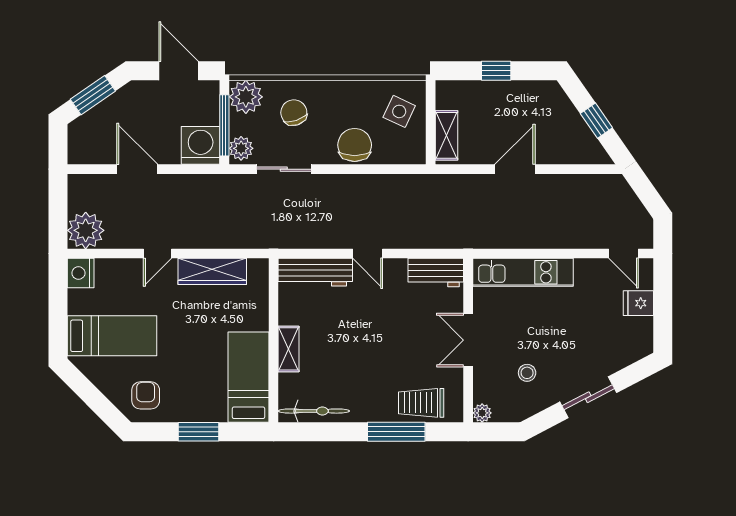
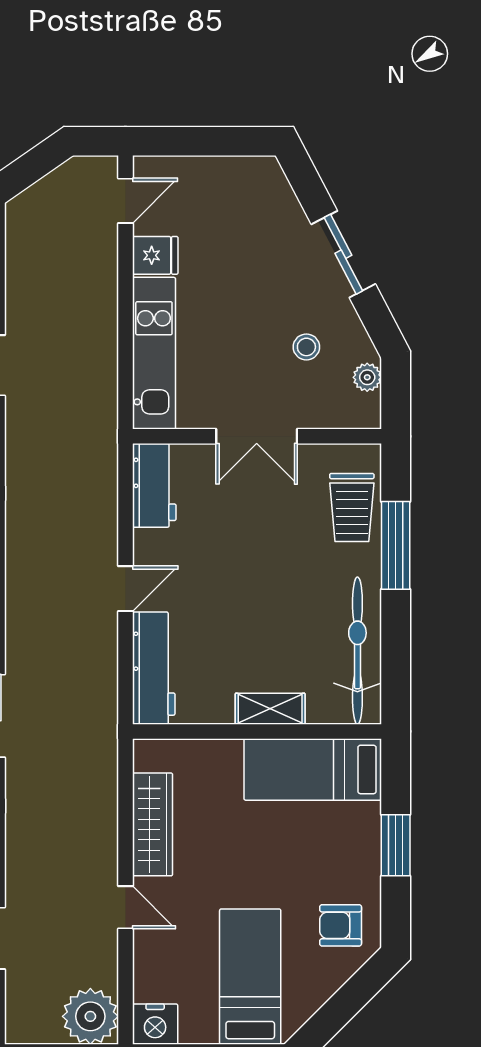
fridge: (638, 303) -> (155, 255), moved, turned -90
bicycle: (314, 411) -> (357, 651), width x1.37, depth x1.40
plant: (482, 413) -> (367, 377), moved

